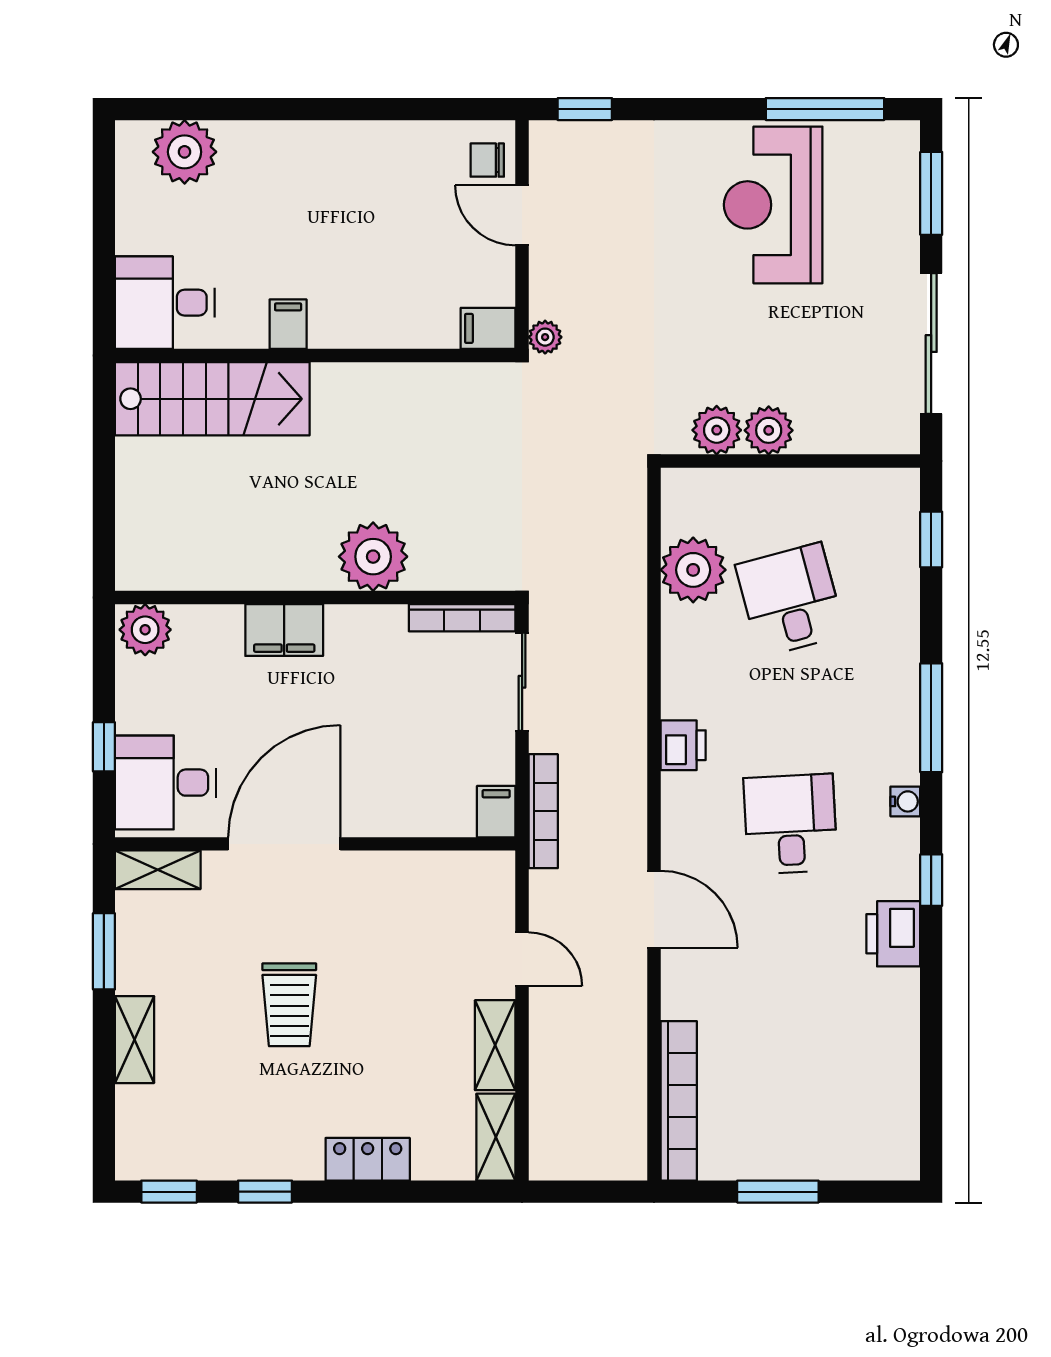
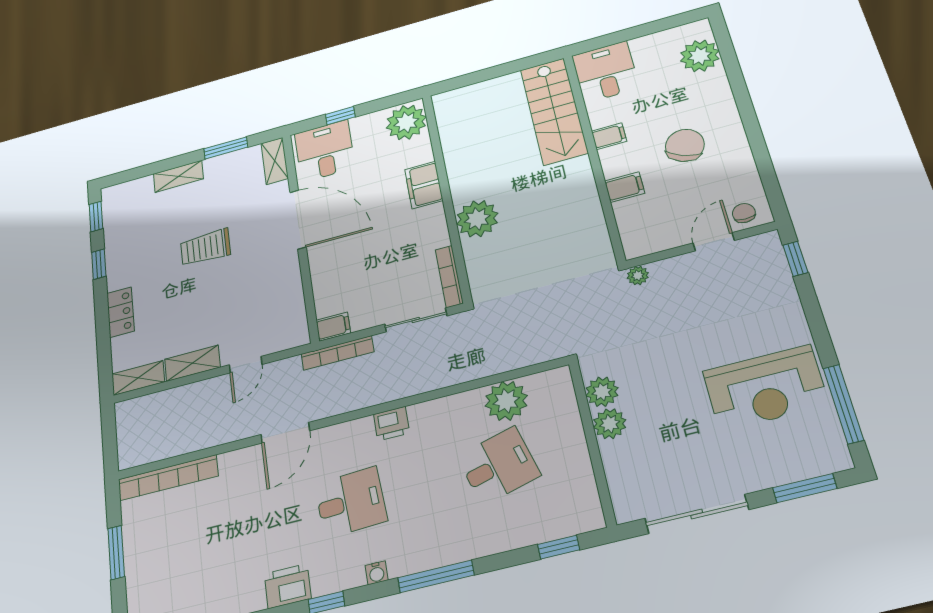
reception desk: (773, 205) -> (765, 388), turned 180
chair: (342, 215) -> (685, 145), added
filing cabinet: (488, 328) -> (625, 187), moved, turned 90
plant: (145, 630) -> (406, 122), width x1.36, depth x1.36

